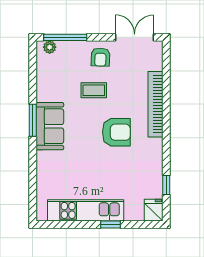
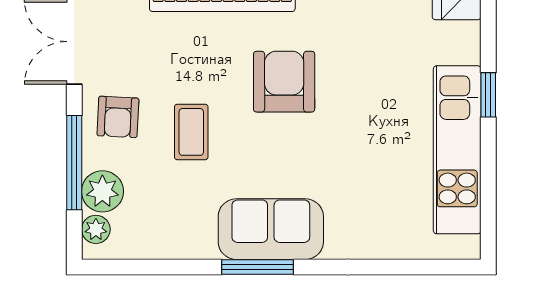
window: (65, 37) -> (74, 163), moved
plant: (67, 50) -> (102, 191), added
armchair: (100, 57) -> (118, 117), turned 91

